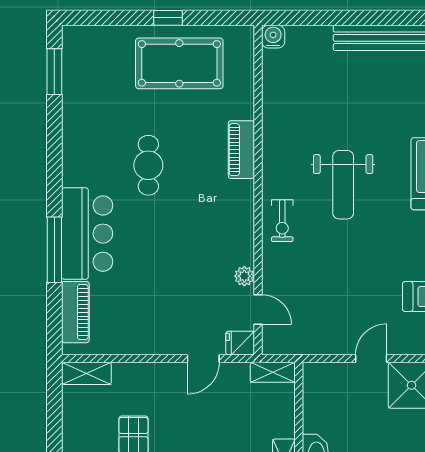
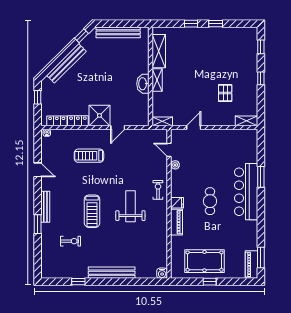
cafe table: (148, 165) -> (210, 201), moved
bar counter: (87, 234) -> (246, 192), width x1.36
window: (54, 250) -> (261, 177), width x0.69
piano: (75, 312) -> (251, 265), moved
fridge: (240, 343) -> (177, 203), moved

